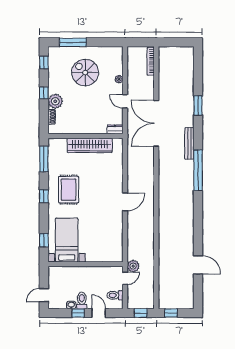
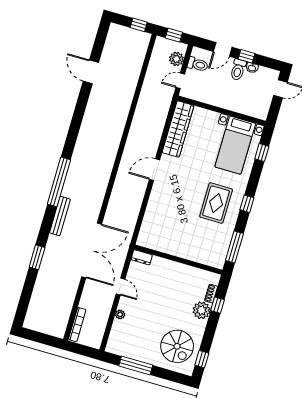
window: (73, 42) -> (136, 365), moved
spiral stairs: (85, 73) -> (177, 346), moved
window: (44, 93) -> (218, 305), moved
wardrobe: (90, 145) -> (178, 129), moved, turned 90
plant: (133, 266) -> (176, 59), moved
door: (99, 313) -> (223, 49), hinge flipped

